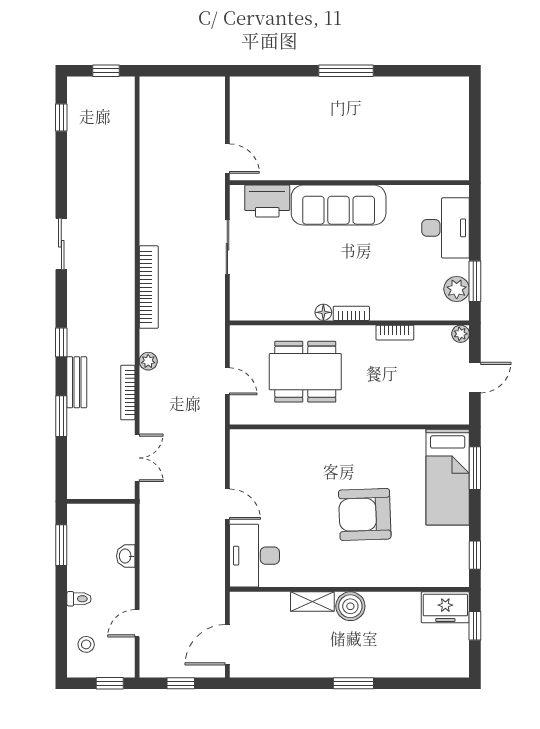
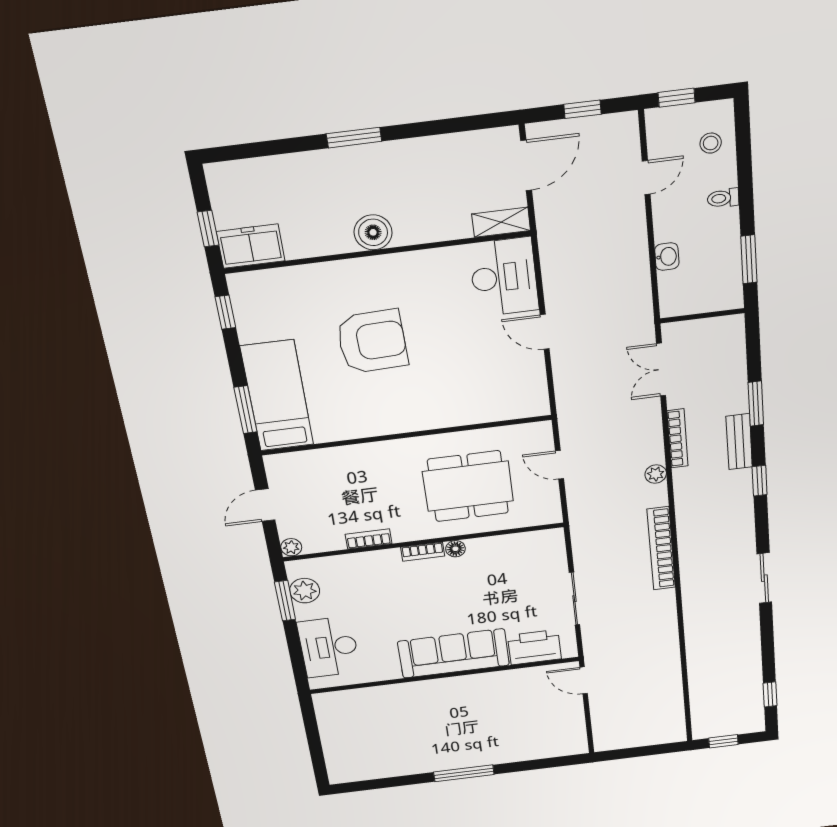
shelving: (312, 602) -> (501, 222), moved

